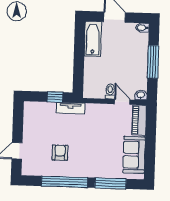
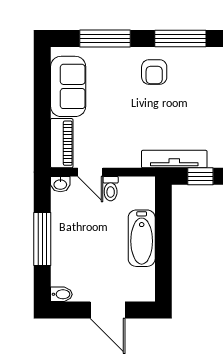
bathtub: (93, 39) -> (142, 238), moved
tv unit: (71, 108) -> (174, 159), width x1.41
armchair: (60, 153) -> (154, 72), moved
window: (64, 182) -> (180, 39), width x0.68

